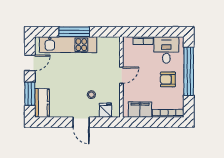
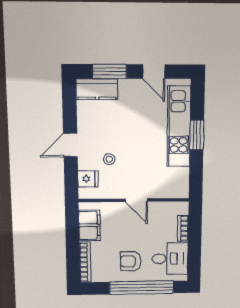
window: (74, 32) -> (197, 135), width x0.69
armchair: (168, 79) -> (131, 261), turned -90

